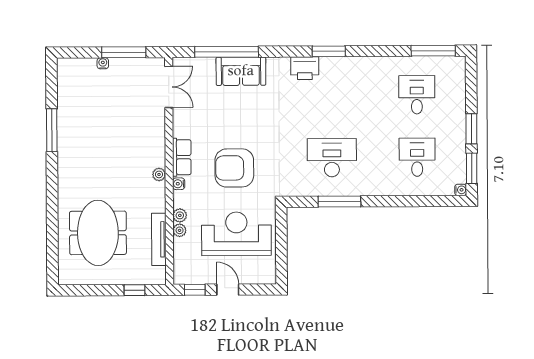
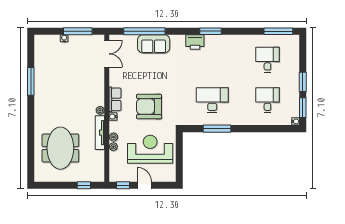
tv unit: (159, 239) -> (100, 133), moved

